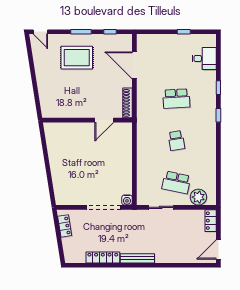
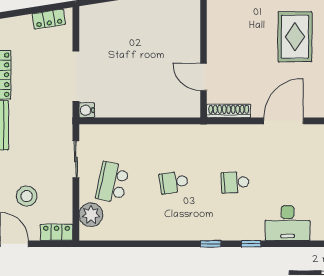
desk: (204, 59) -> (288, 223), width x1.37
school desk: (176, 99) -> (235, 182), width x0.54
stool: (186, 241) -> (27, 196), added

